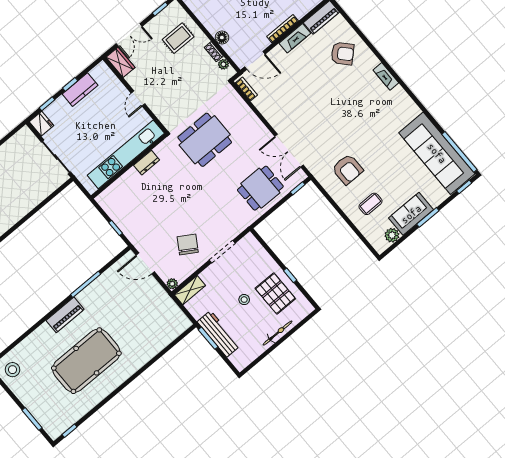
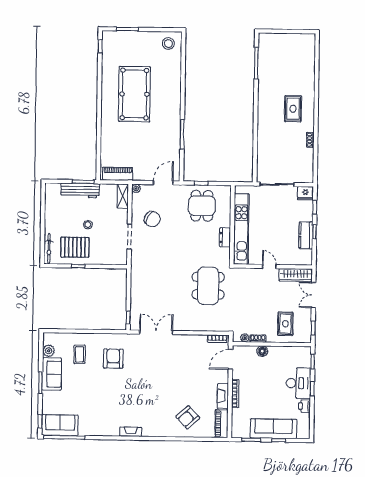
wardrobe: (121, 62) -> (296, 275), width x1.50
fireplace: (386, 76) -> (131, 432), moved
sofa: (437, 153) -> (60, 425), width x0.54, depth x0.79
armchair: (348, 169) -> (113, 359), turned 90
dining table: (260, 188) -> (202, 206), moved
piano: (65, 315) -> (118, 174), moved, turned 90
bicycle: (277, 333) -> (49, 249), moved

